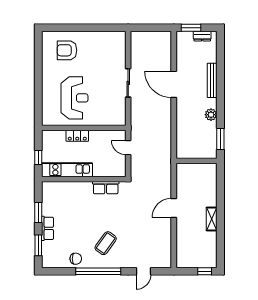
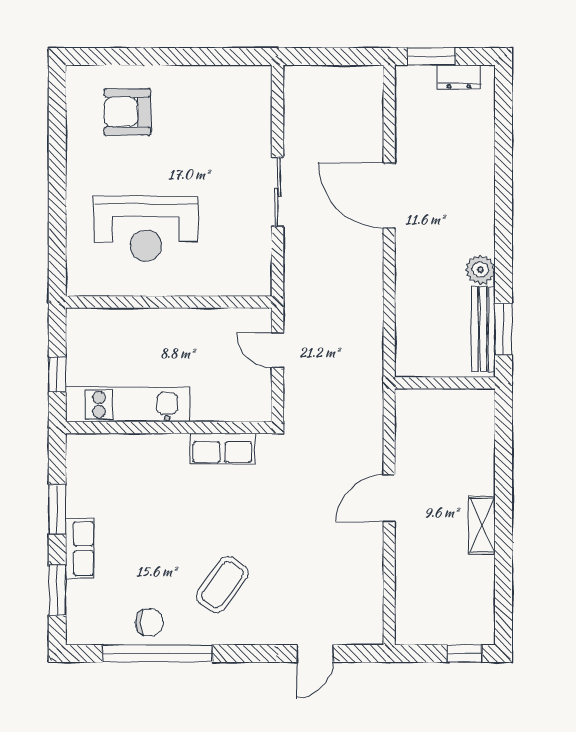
bench: (212, 80) -> (483, 329), moved
reception desk: (74, 98) -> (146, 229), turned 90
locker: (77, 136) -> (153, 321), removed
window: (98, 271) -> (157, 653), moved

